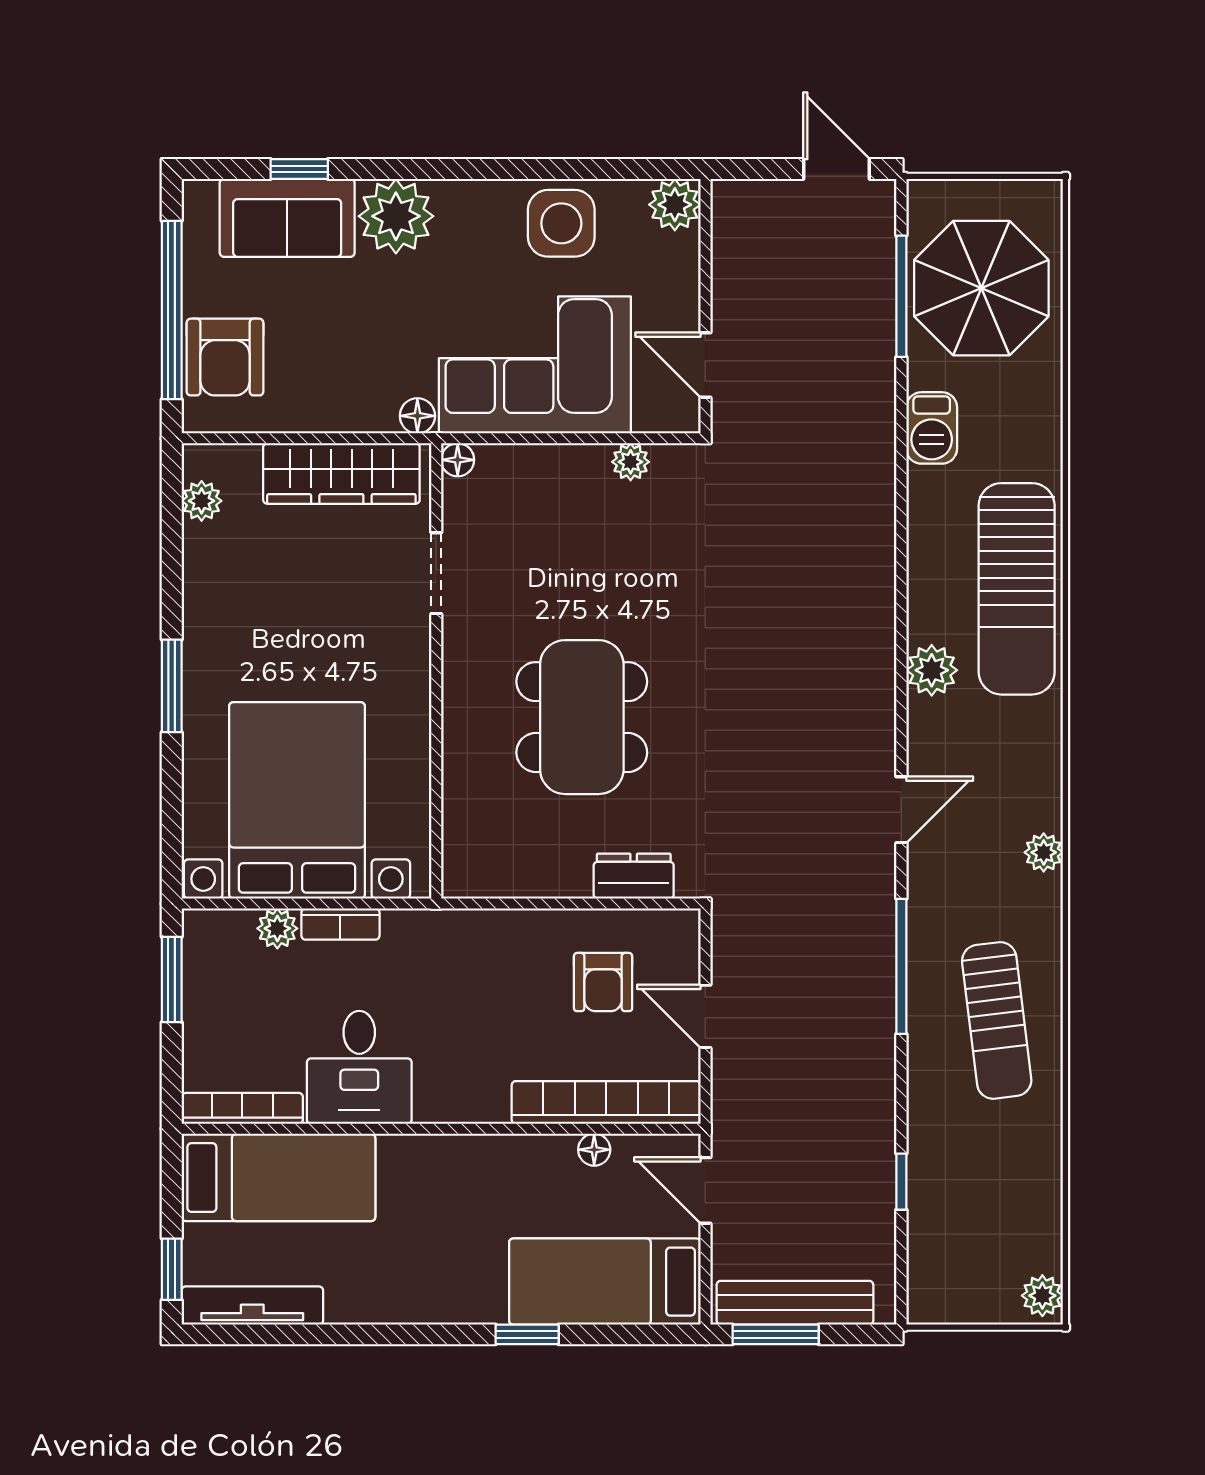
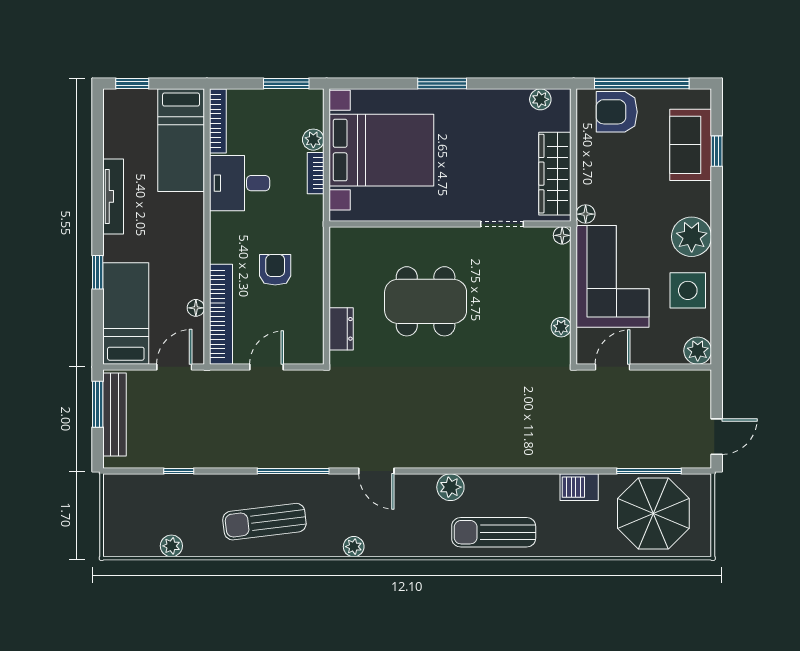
plant: (396, 216) -> (692, 237), moved
sun lounger: (1017, 589) -> (494, 532), width x0.73, depth x0.75
armchair: (603, 982) -> (275, 270), moved, turned 90
plant: (1042, 1296) -> (171, 546), moved
tv unit: (252, 1305) -> (113, 196), moved

